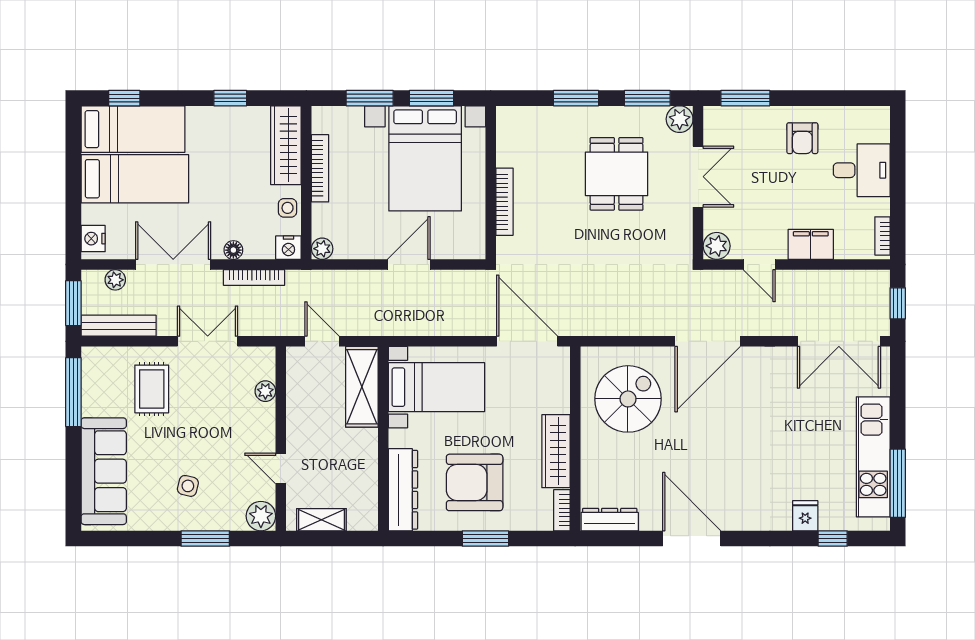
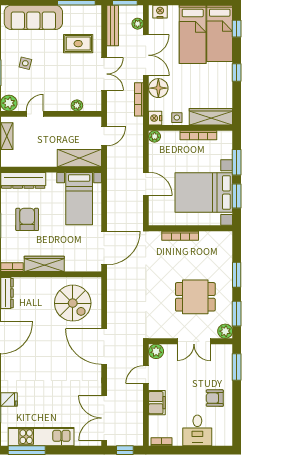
window: (230, 98) -> (237, 72), moved
floor lamp: (233, 250) -> (158, 88), width x1.89, depth x1.89
armchair: (475, 482) -> (27, 219), width x0.73, depth x0.73

